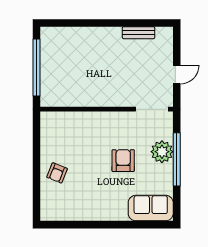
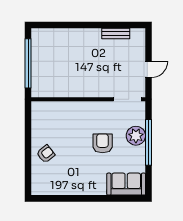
armchair: (57, 173) -> (46, 154), turned -150

